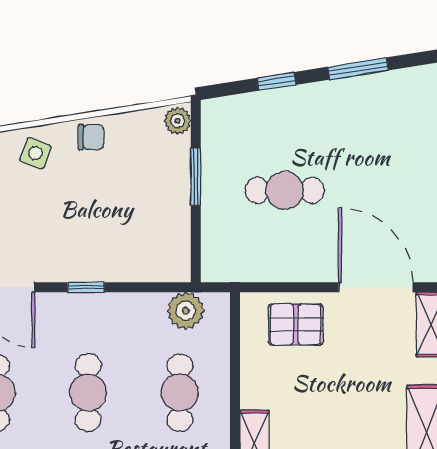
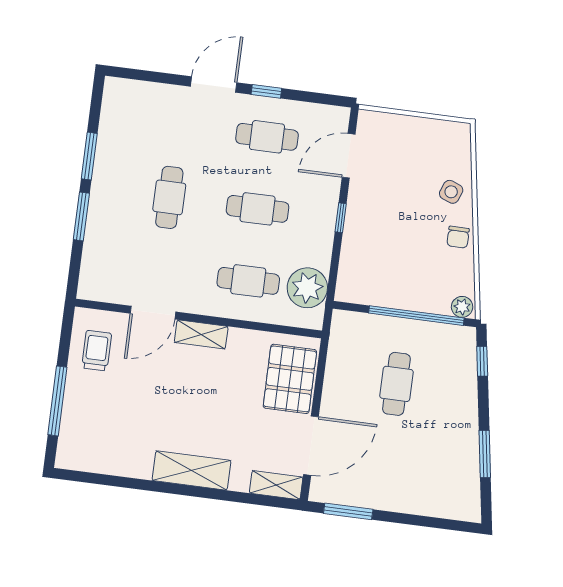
window: (276, 81) -> (482, 361), moved
window: (196, 177) -> (416, 316), width x2.11
plant: (186, 311) -> (307, 288), width x1.36, depth x1.36
pallet: (296, 324) -> (290, 379), width x1.50, depth x1.42

